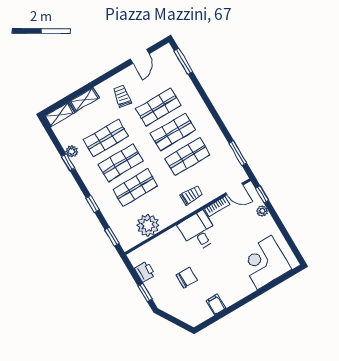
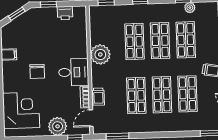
trolley: (191, 195) -> (98, 97), moved
plant: (262, 211) -> (58, 126), width x1.88, depth x1.88
plant: (148, 225) -> (100, 54), moved
chair: (187, 278) -> (37, 71), moved
window: (171, 319) -> (17, 14), added

